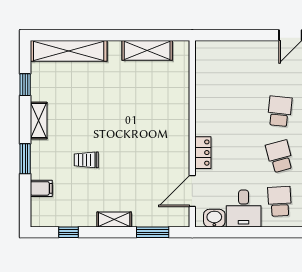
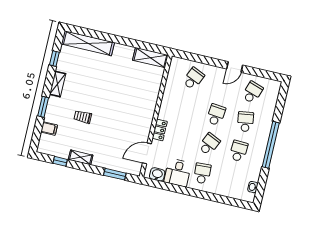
shelving: (147, 50) -> (150, 58), moved
school desk: (234, 66) -> (193, 79), added
school desk: (280, 156) -> (209, 144), turned 39
shelving: (114, 220) -> (81, 157), moved

